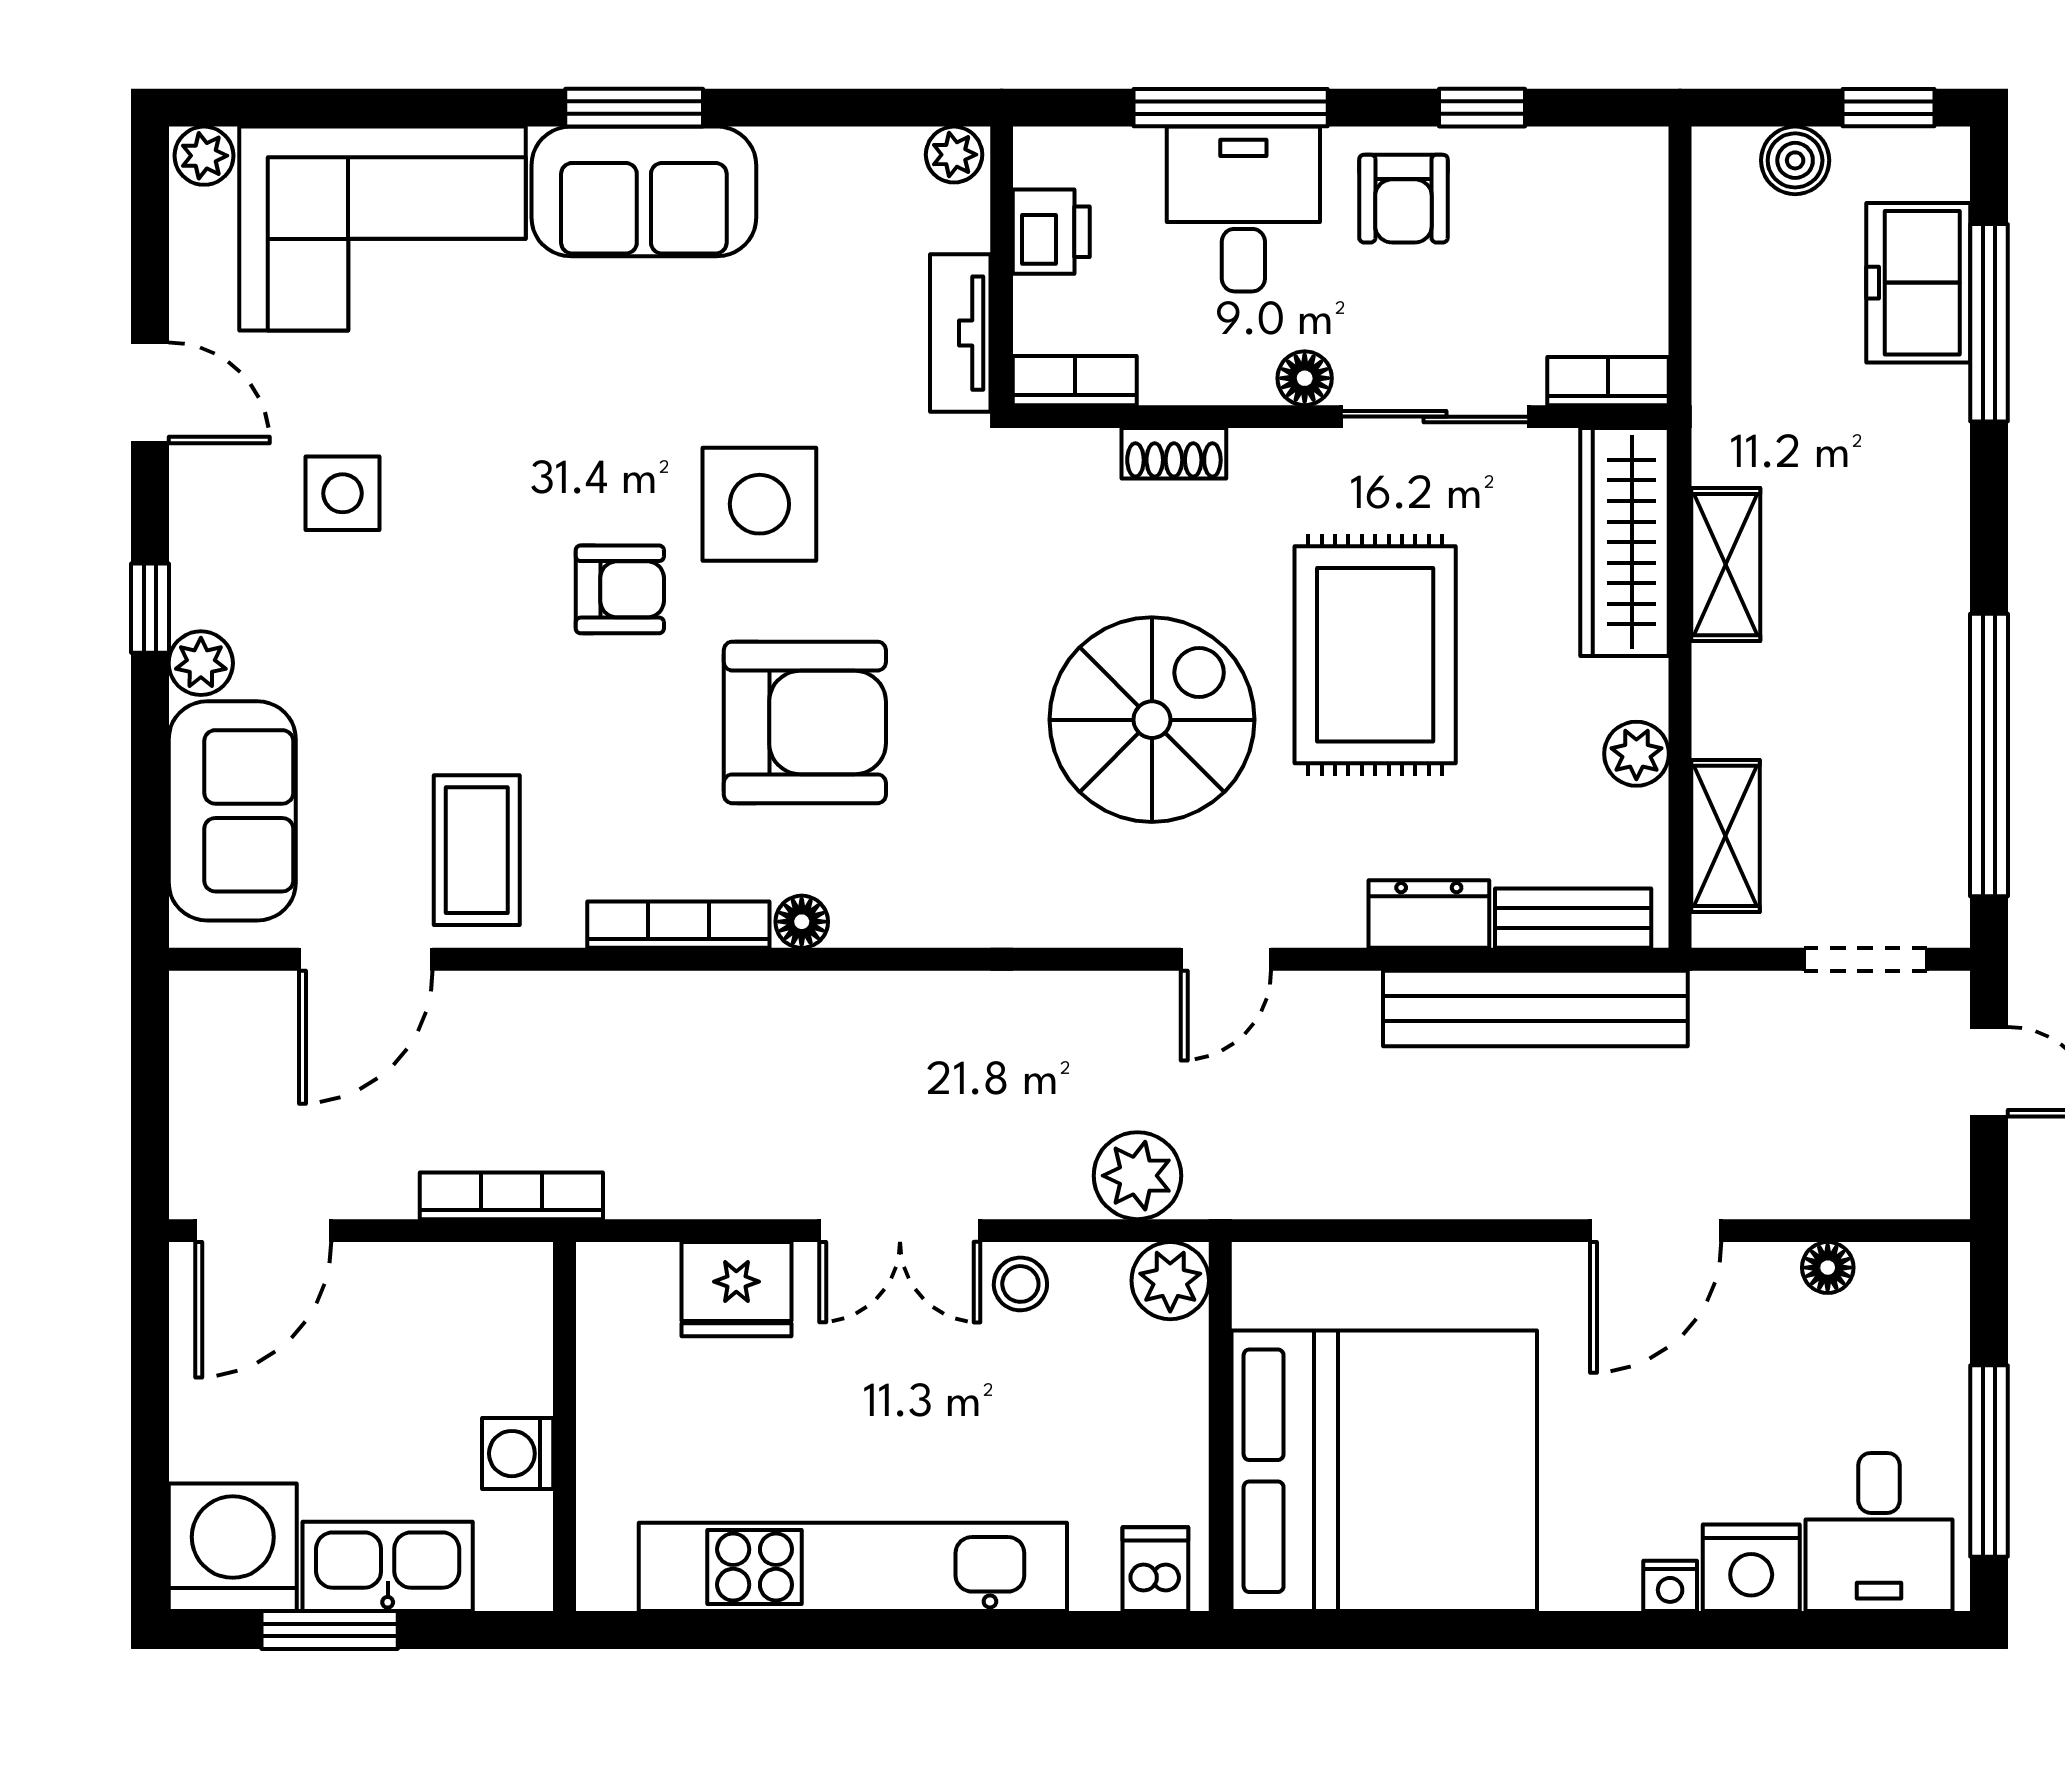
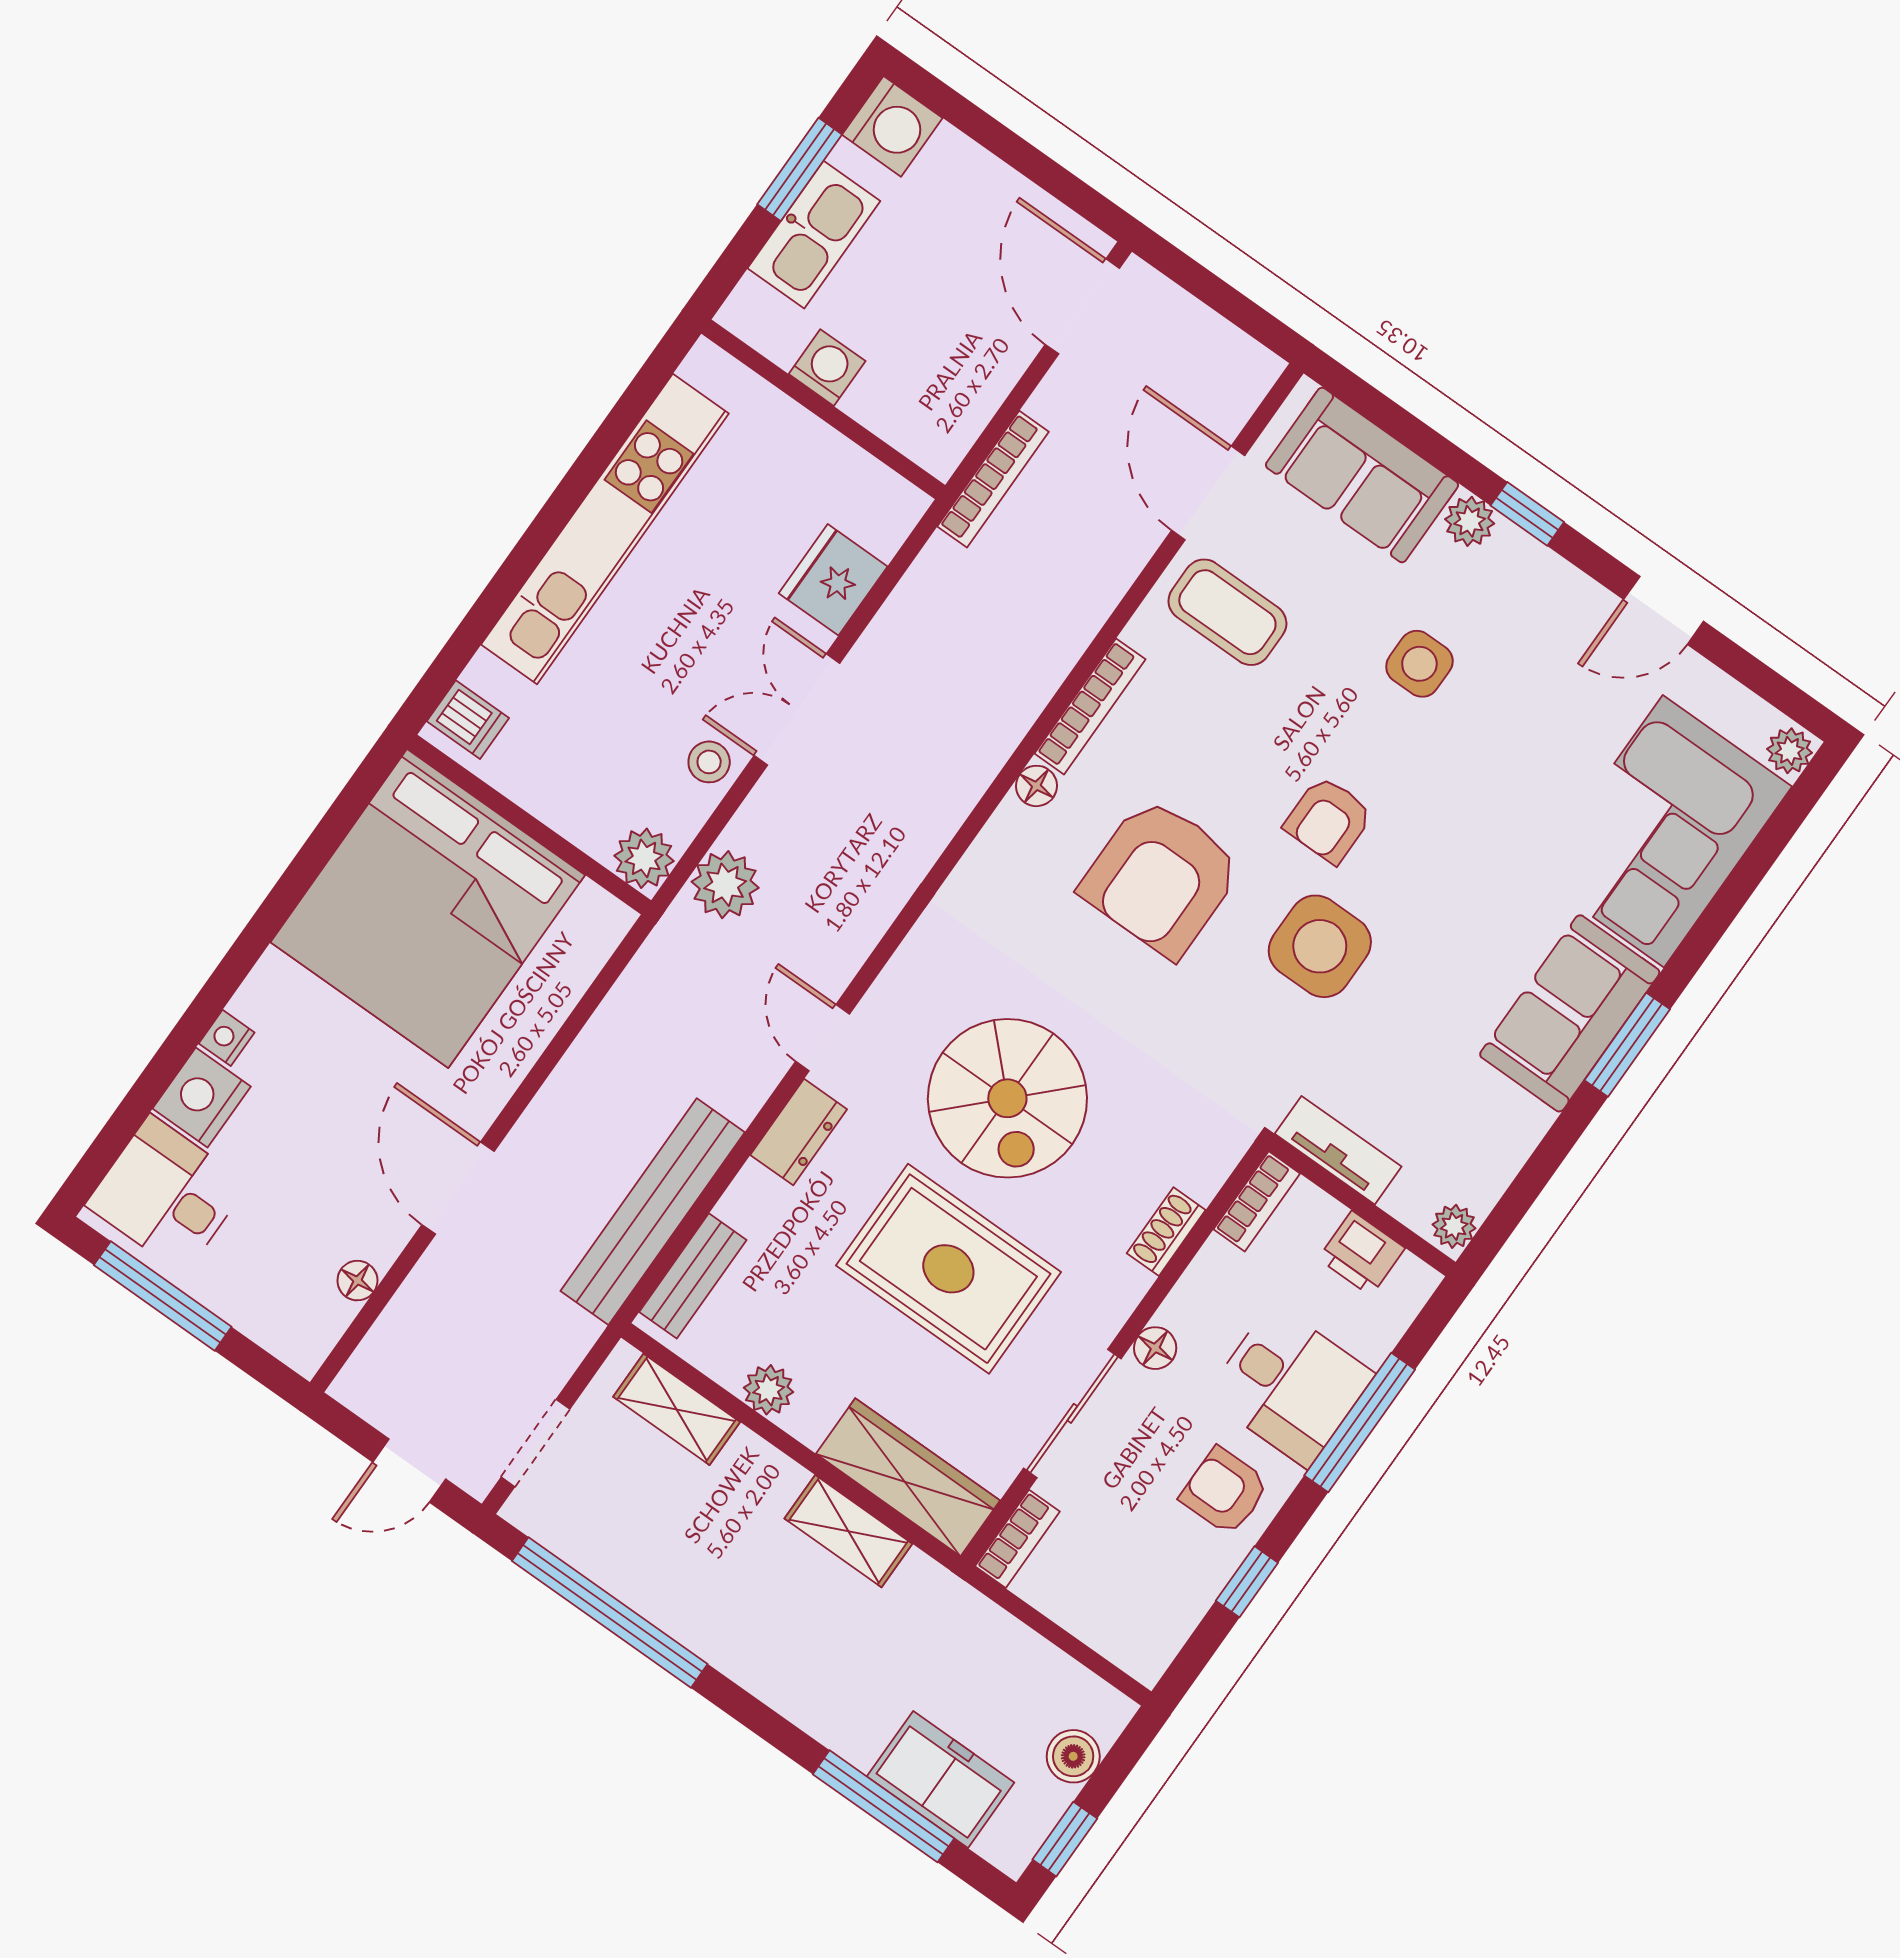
side table: (343, 493) -> (1419, 664), moved
dresser: (1429, 914) -> (799, 1132), moved
washing machine: (233, 1547) -> (892, 126), width x0.73, depth x0.73

